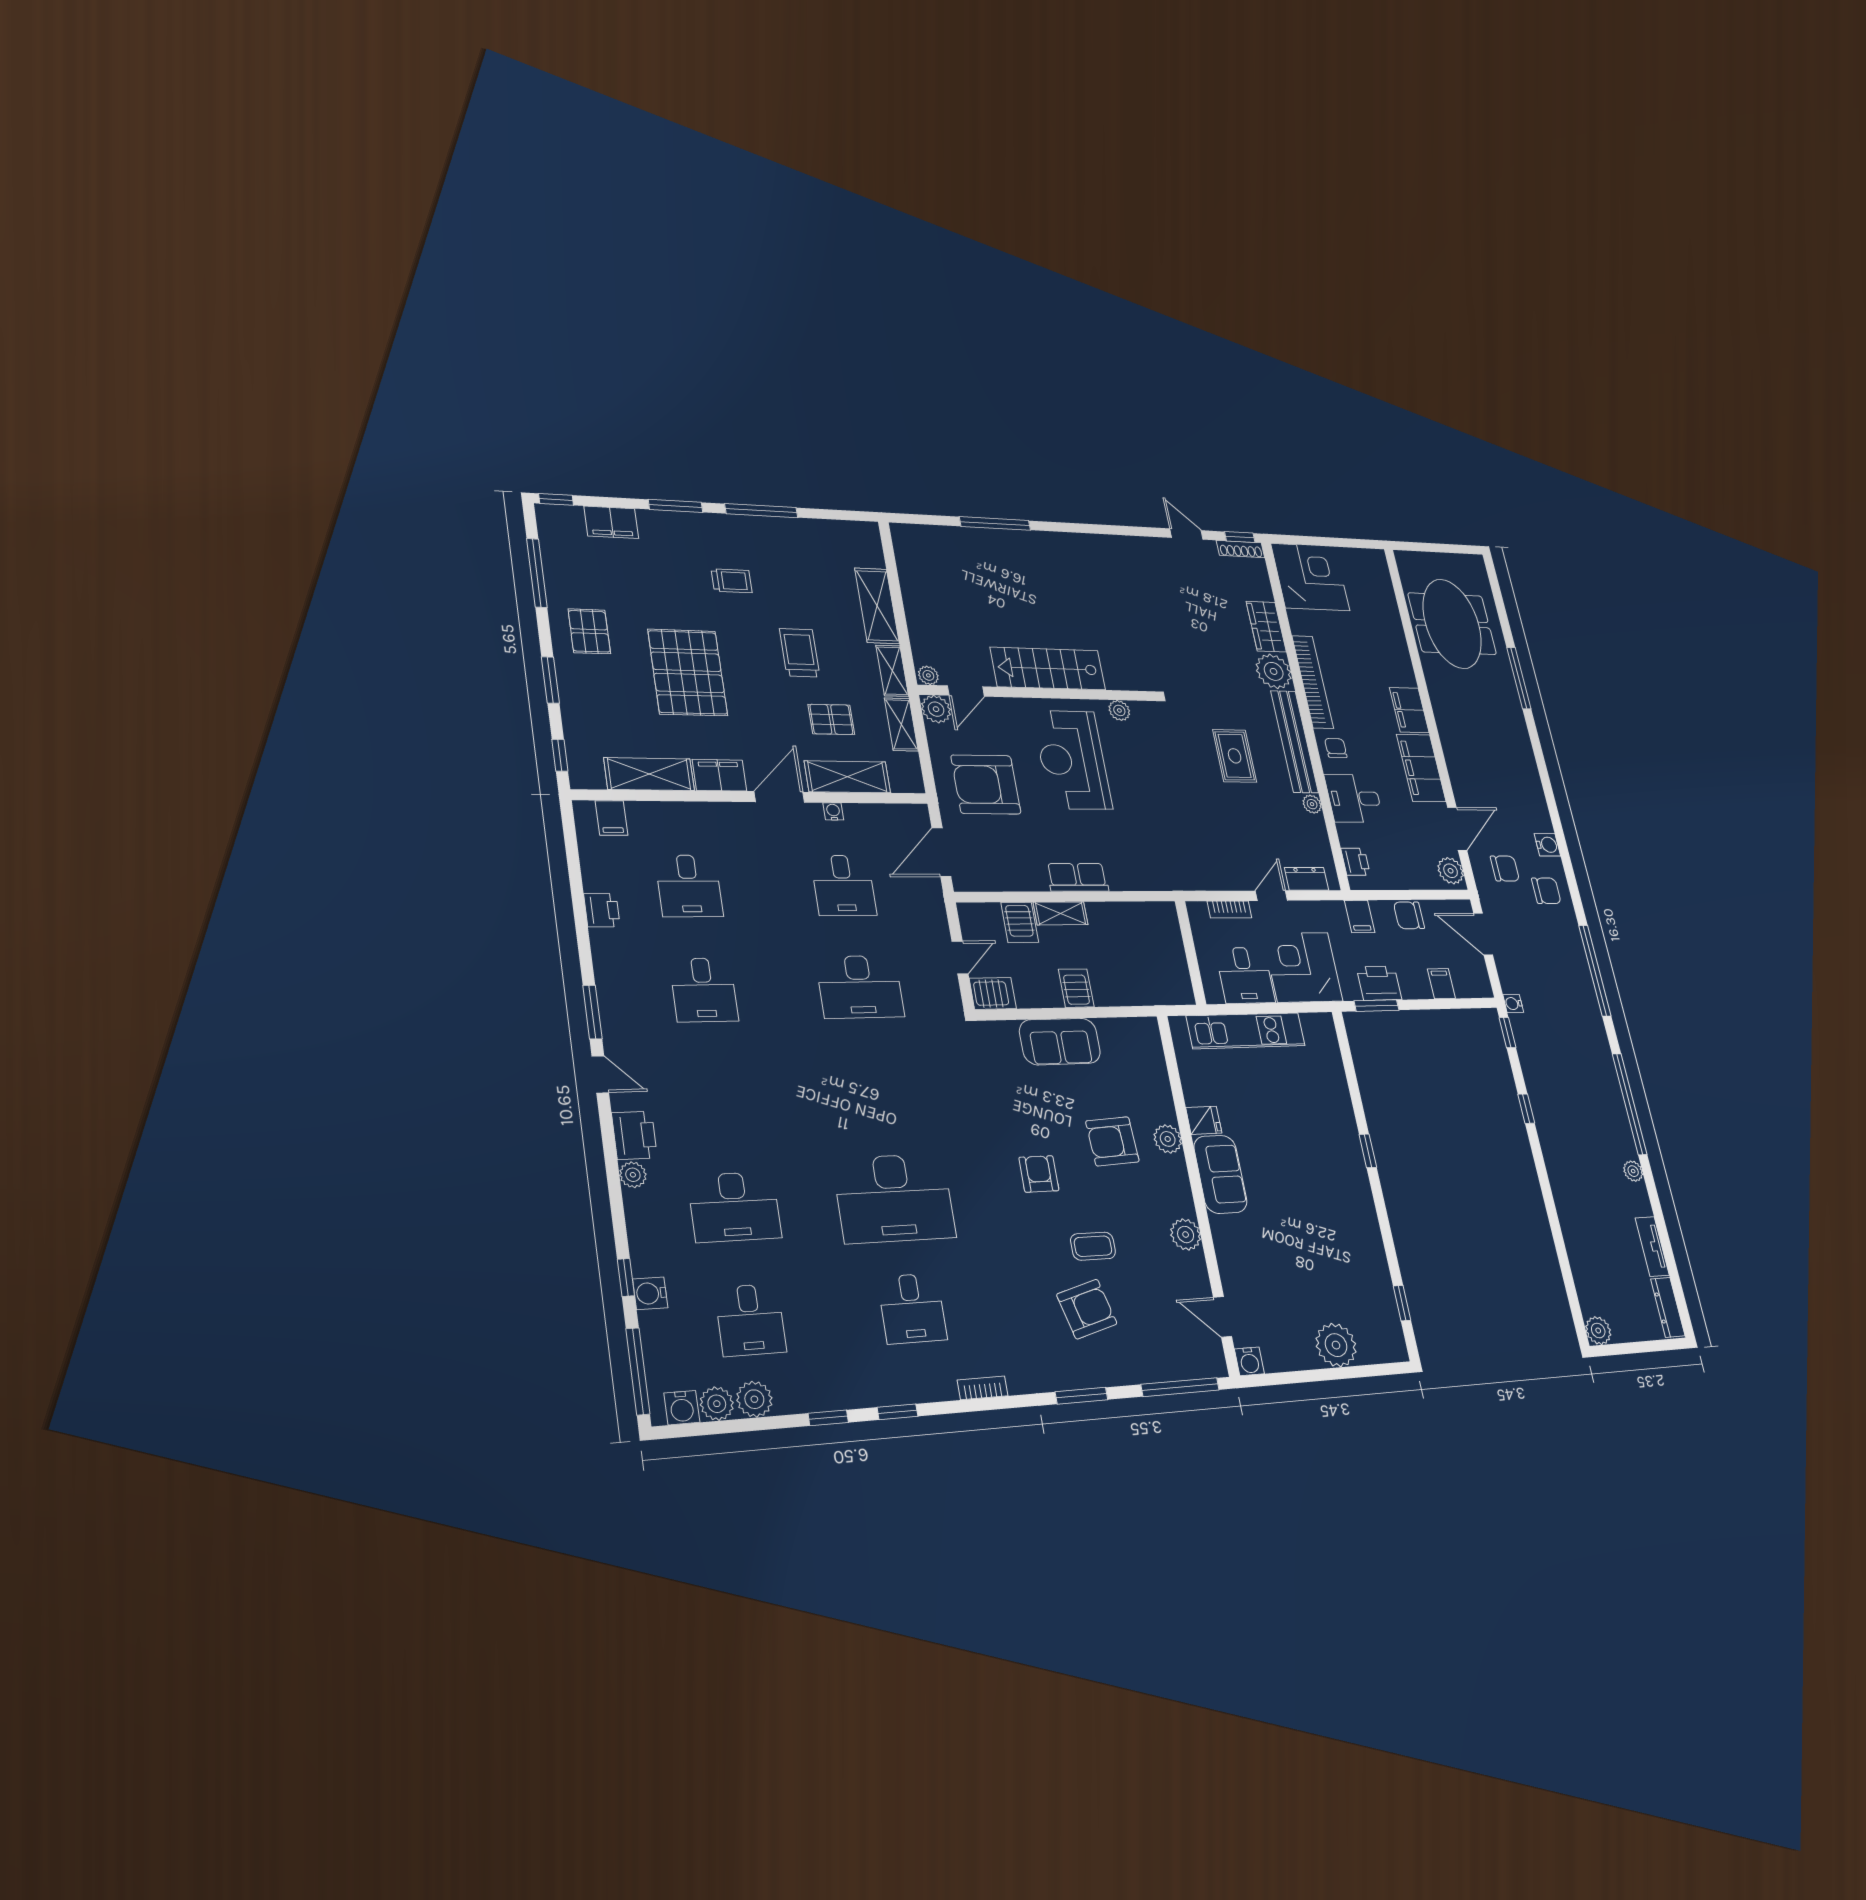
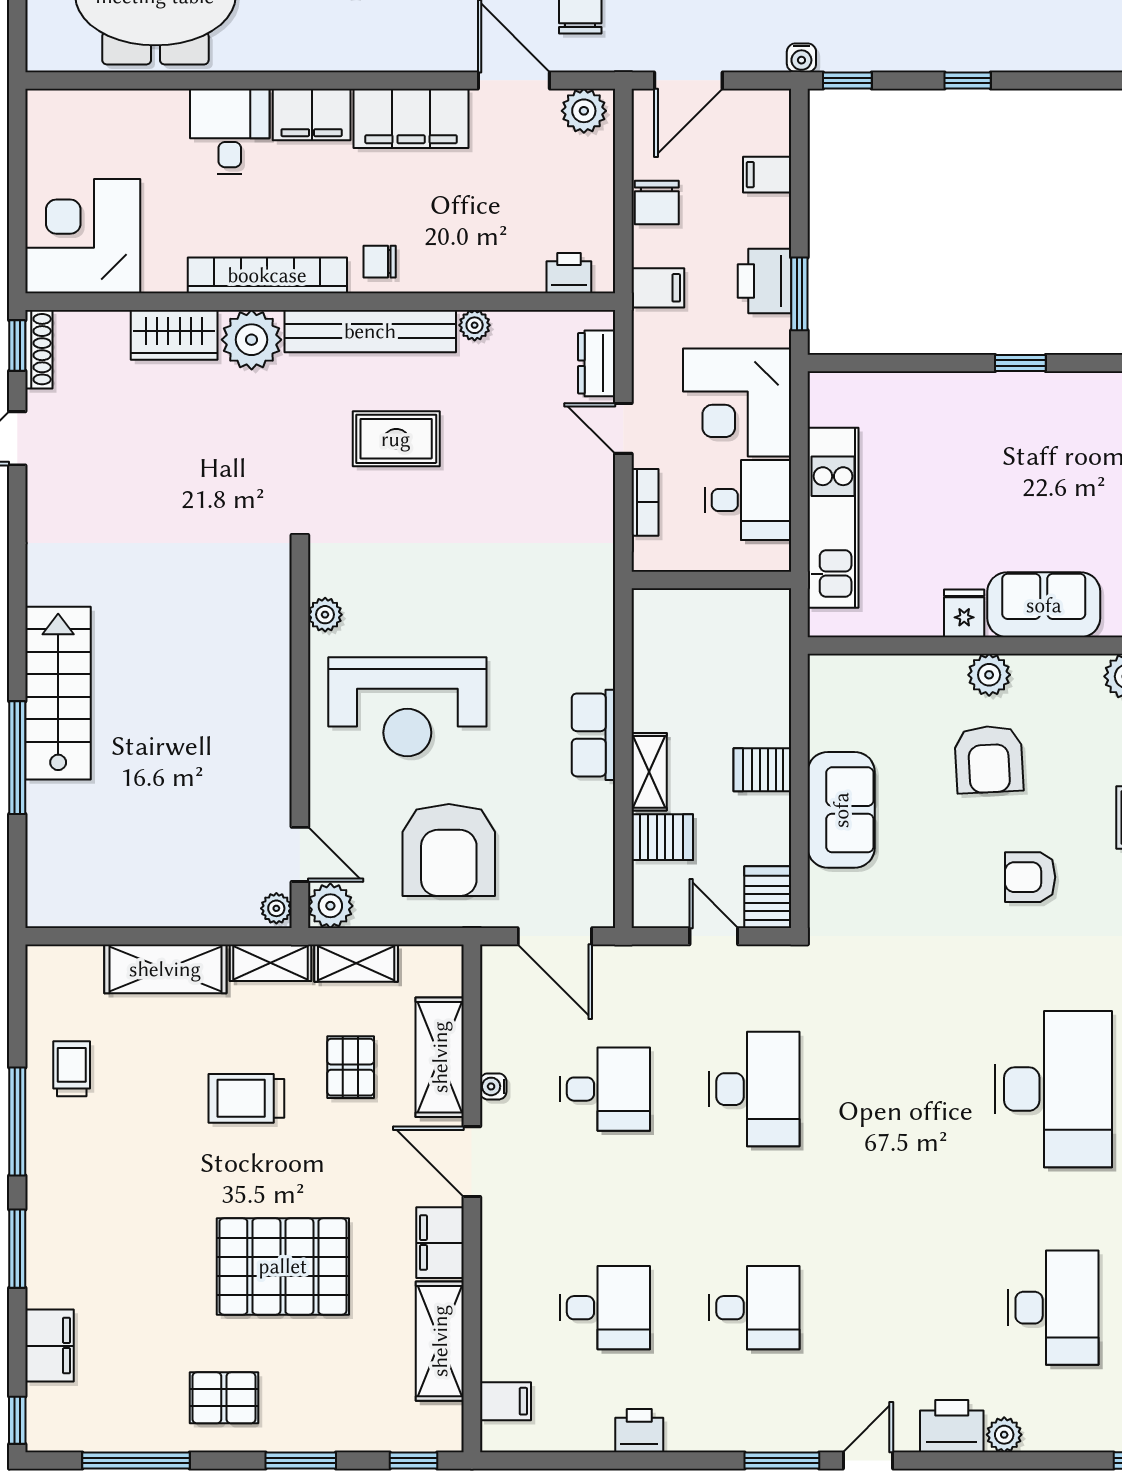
trolley: (732, 581) -> (72, 1069), moved
stairs: (1048, 669) -> (58, 693), moved, turned 180
desk: (1354, 798) -> (230, 131), moved, turned 180

